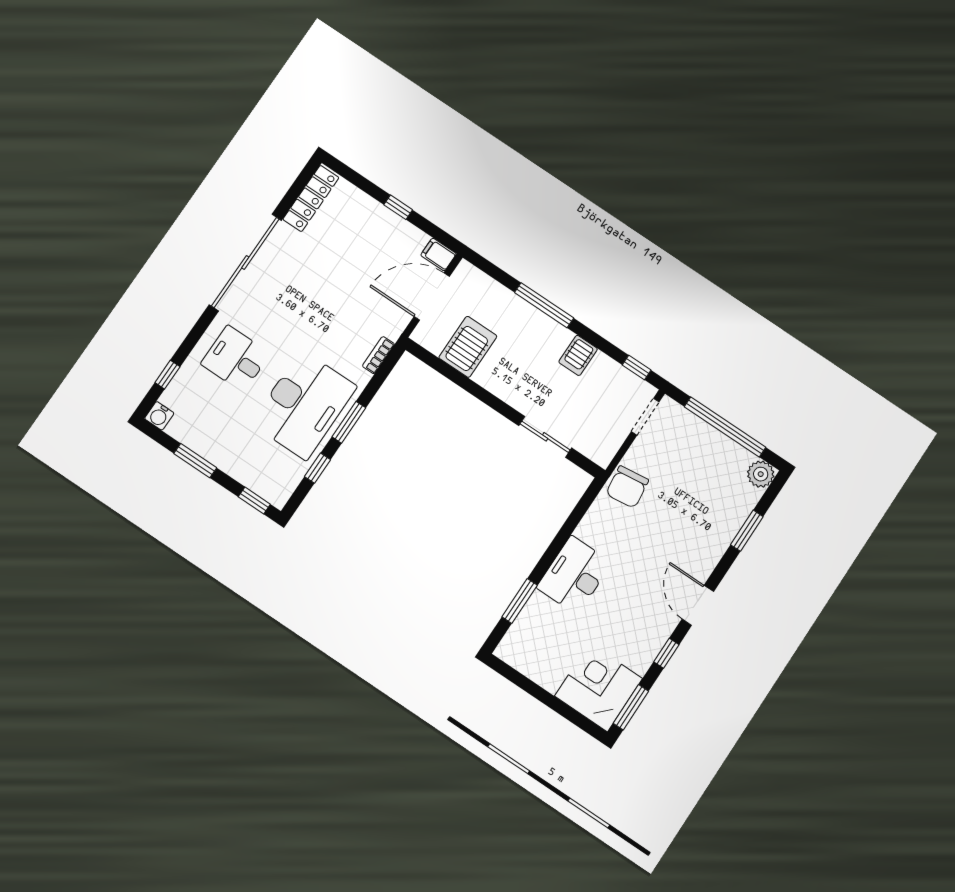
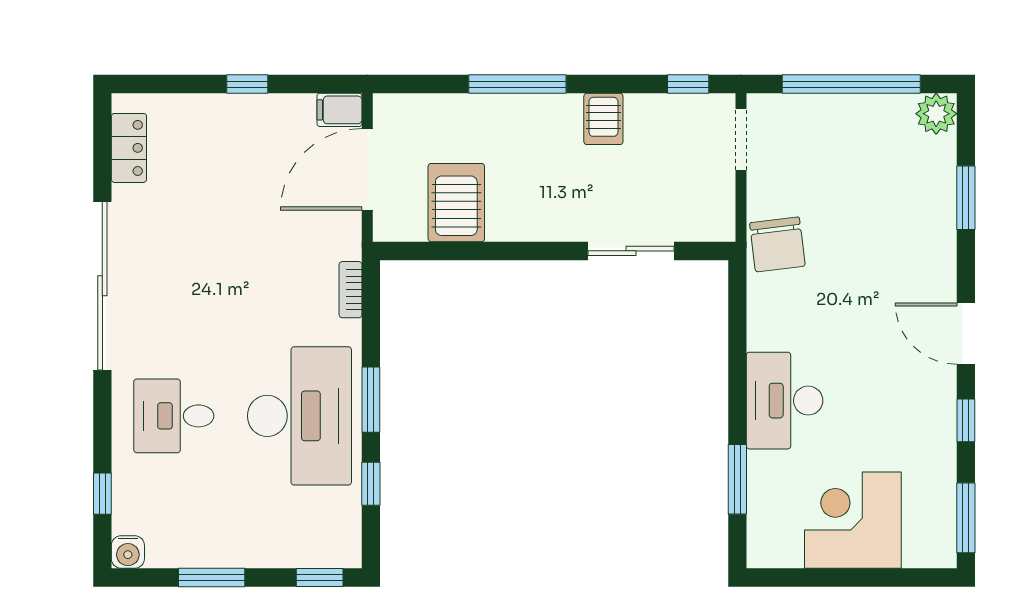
locker: (311, 198) -> (129, 148), width x0.66
corner desk: (599, 687) -> (853, 520), moved

